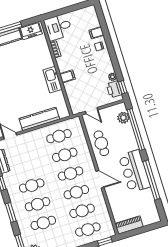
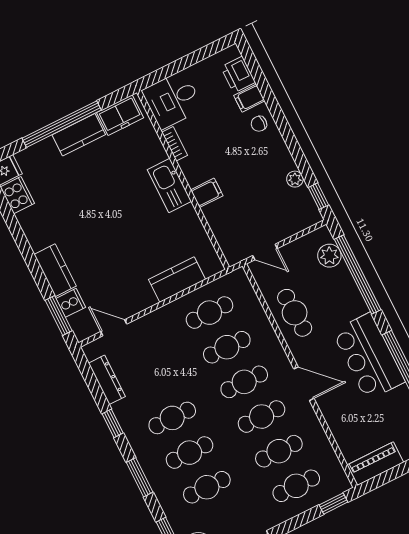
kitchen sink: (53, 80) -> (169, 186), moved
printer: (114, 89) -> (238, 75), moved
kitchen counter: (39, 119) -> (177, 279), width x0.67

